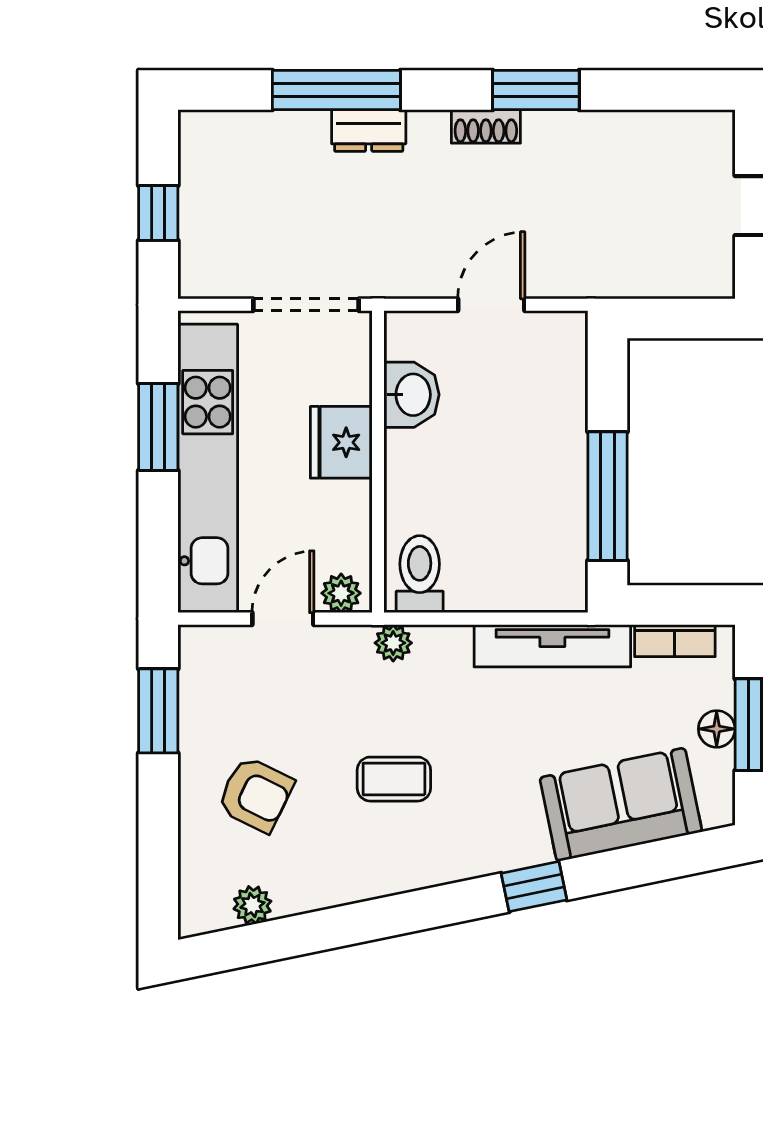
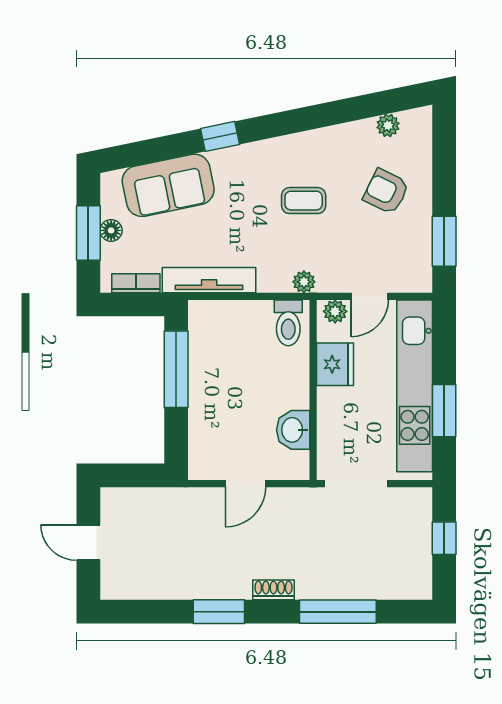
shoe rack: (486, 126) -> (273, 590), moved
dresser: (369, 130) -> (319, 587), removed
fridge: (341, 442) -> (335, 364), moved

